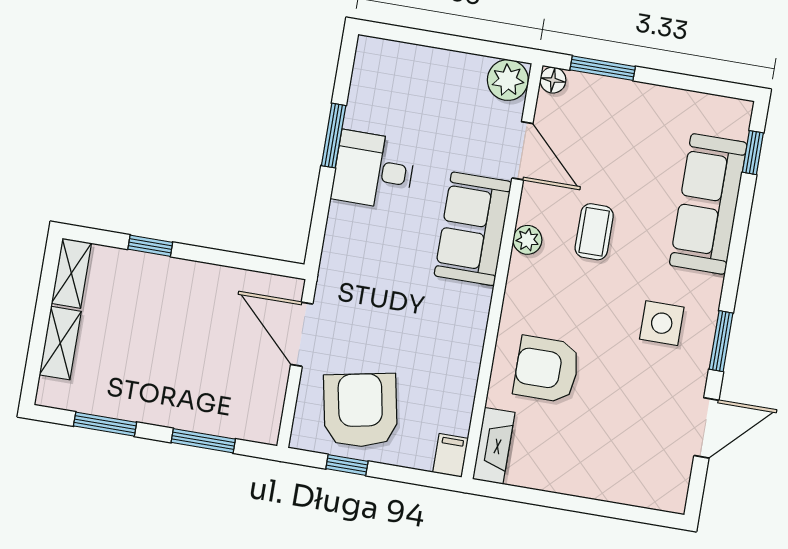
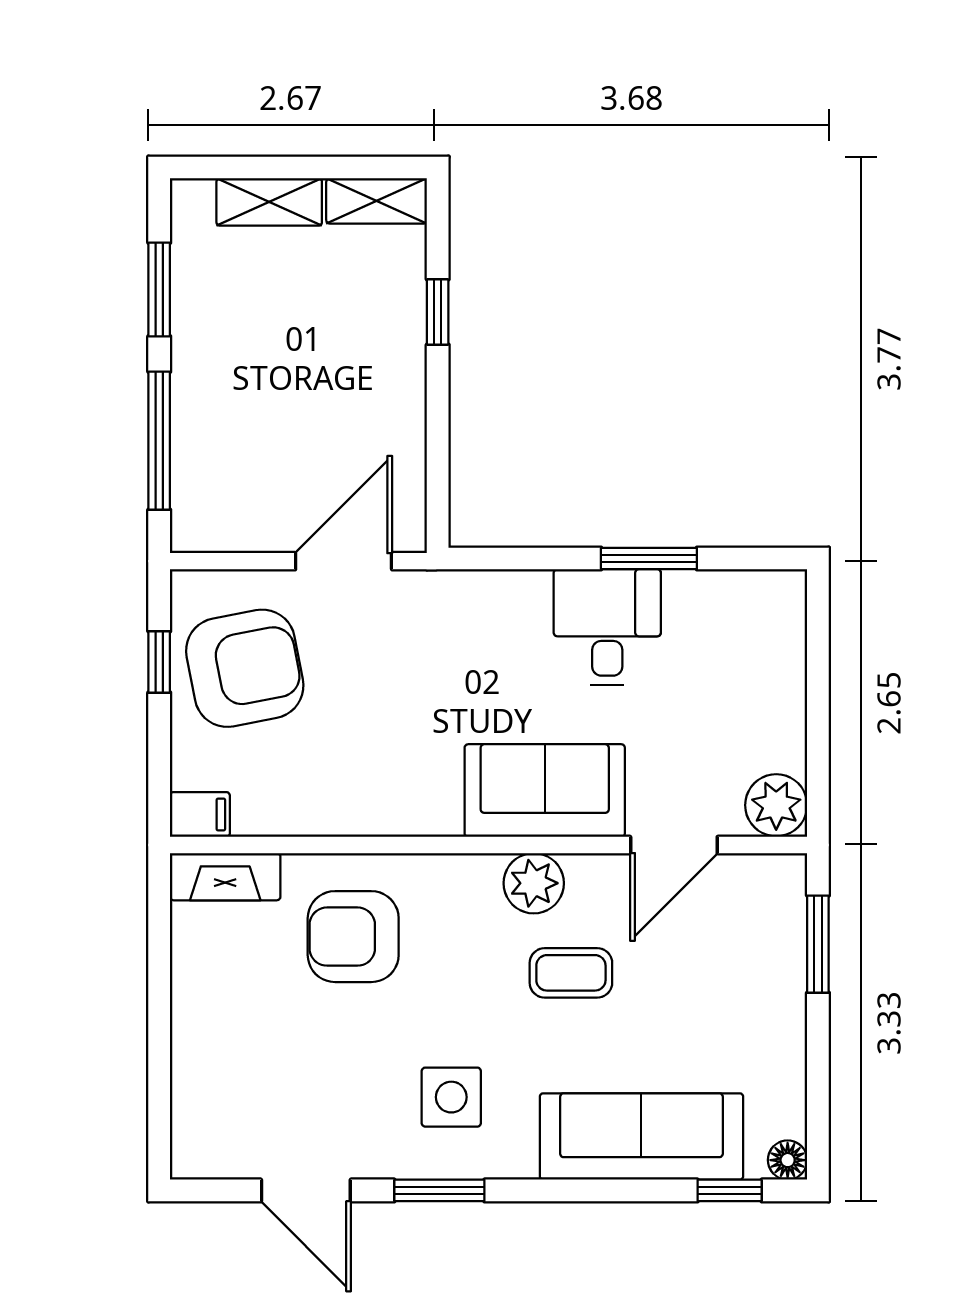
floor lamp: (553, 80) -> (788, 1160), moved
plant: (527, 240) -> (534, 883), width x1.38, depth x1.38
armchair: (547, 369) -> (353, 937), turned -90
window: (203, 441) -> (159, 441), width x1.44

